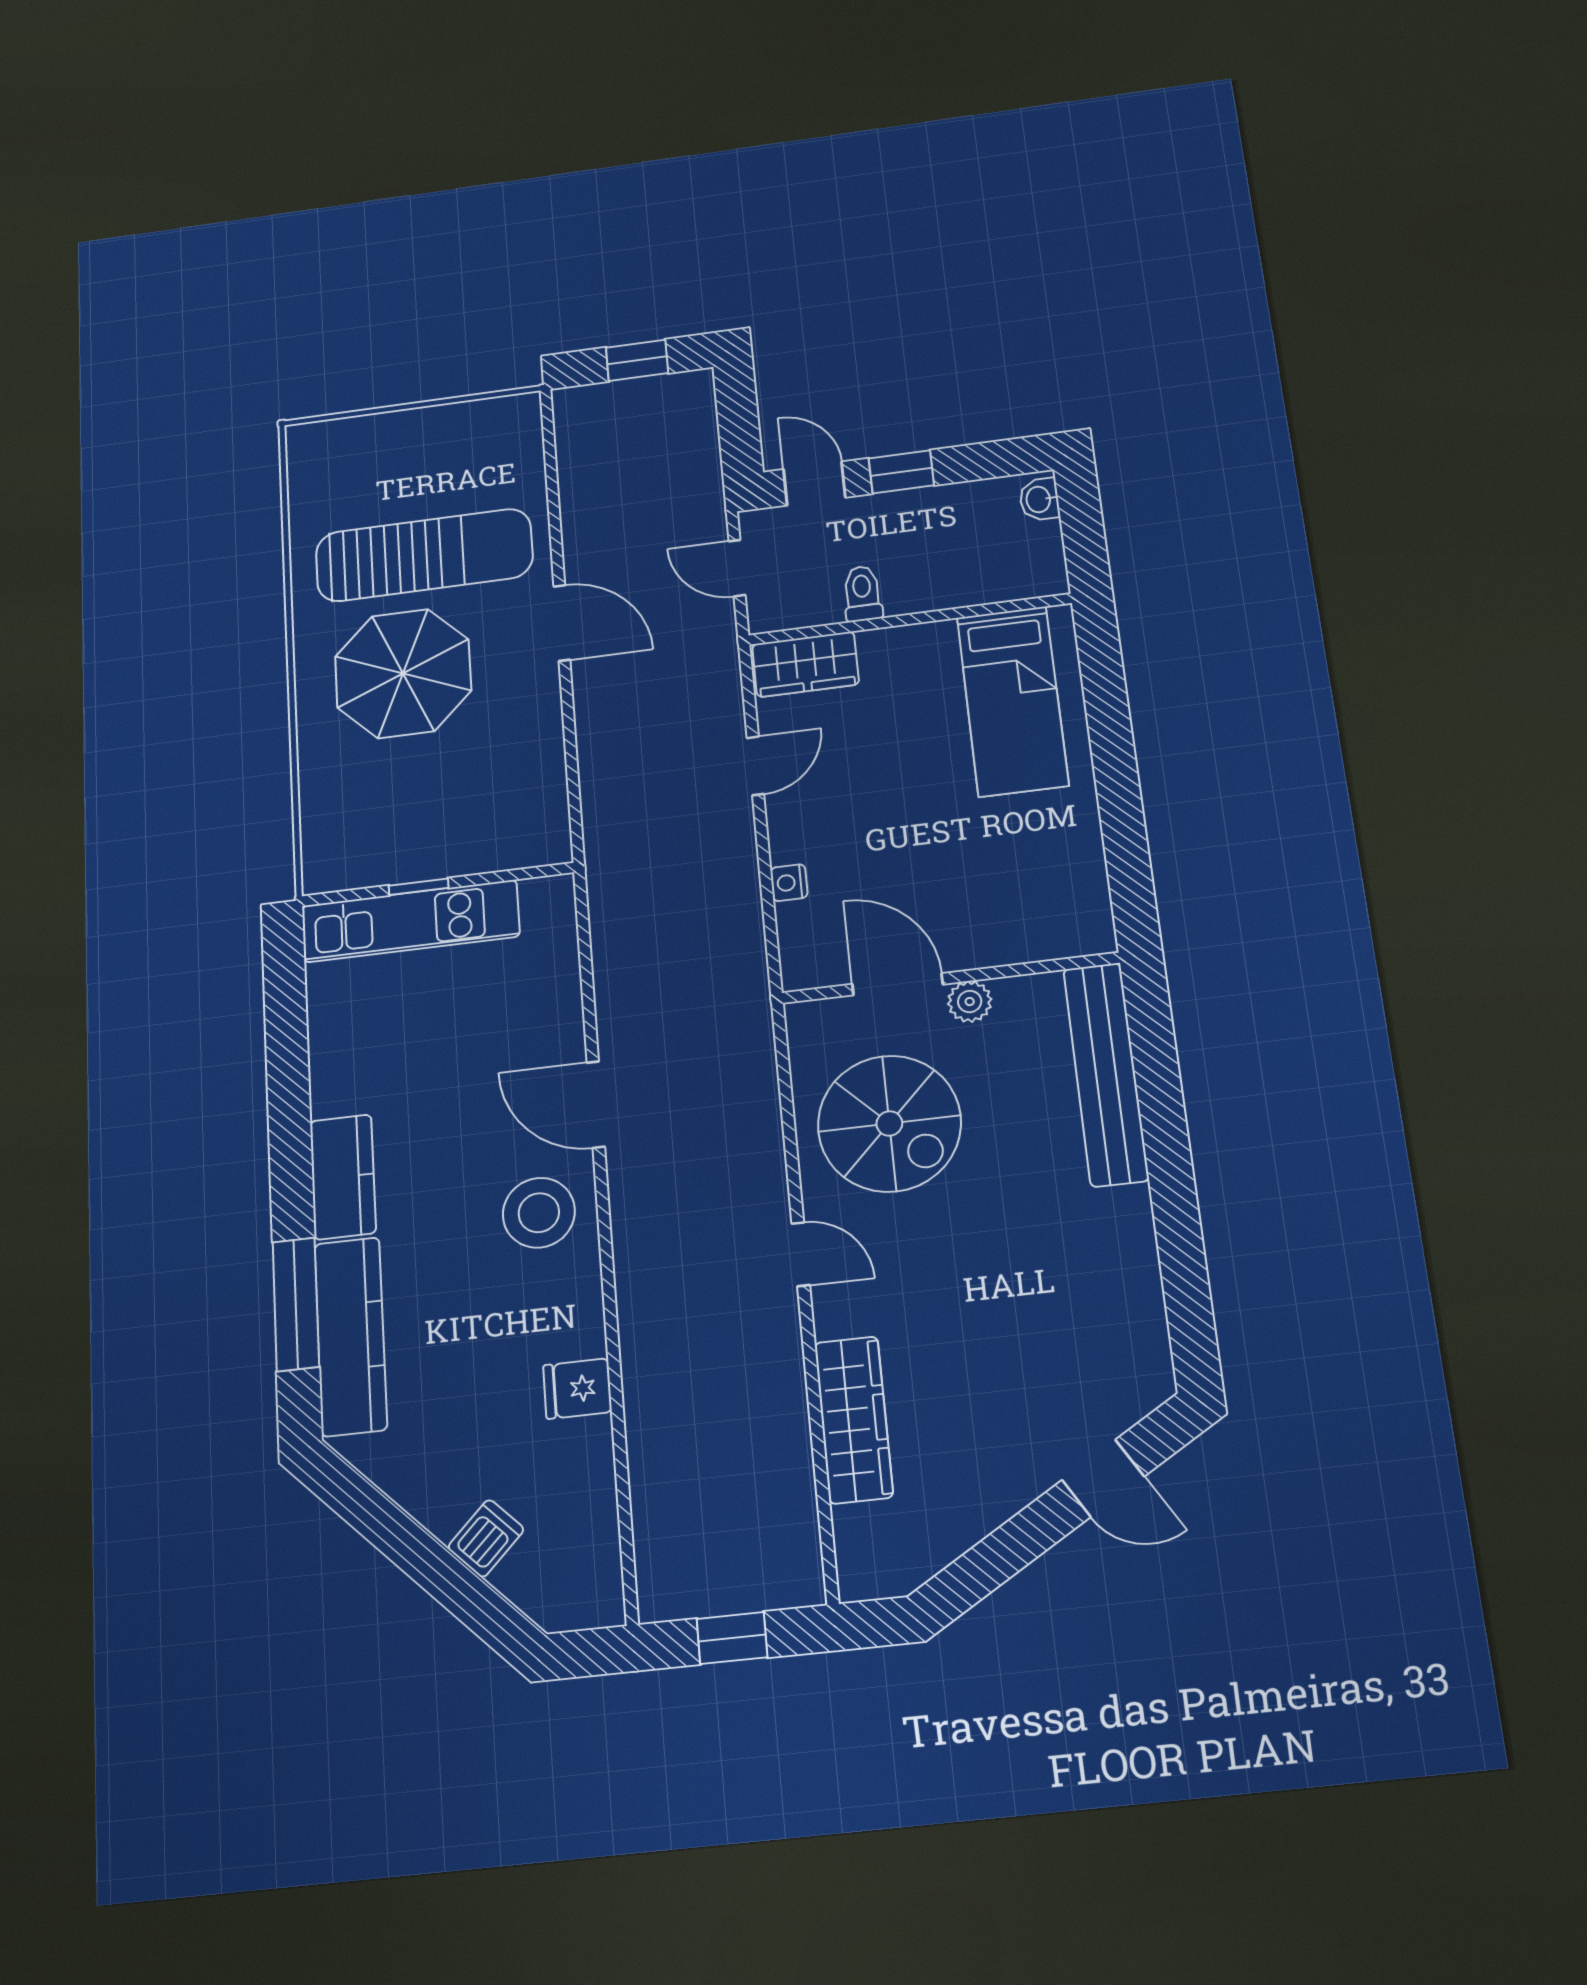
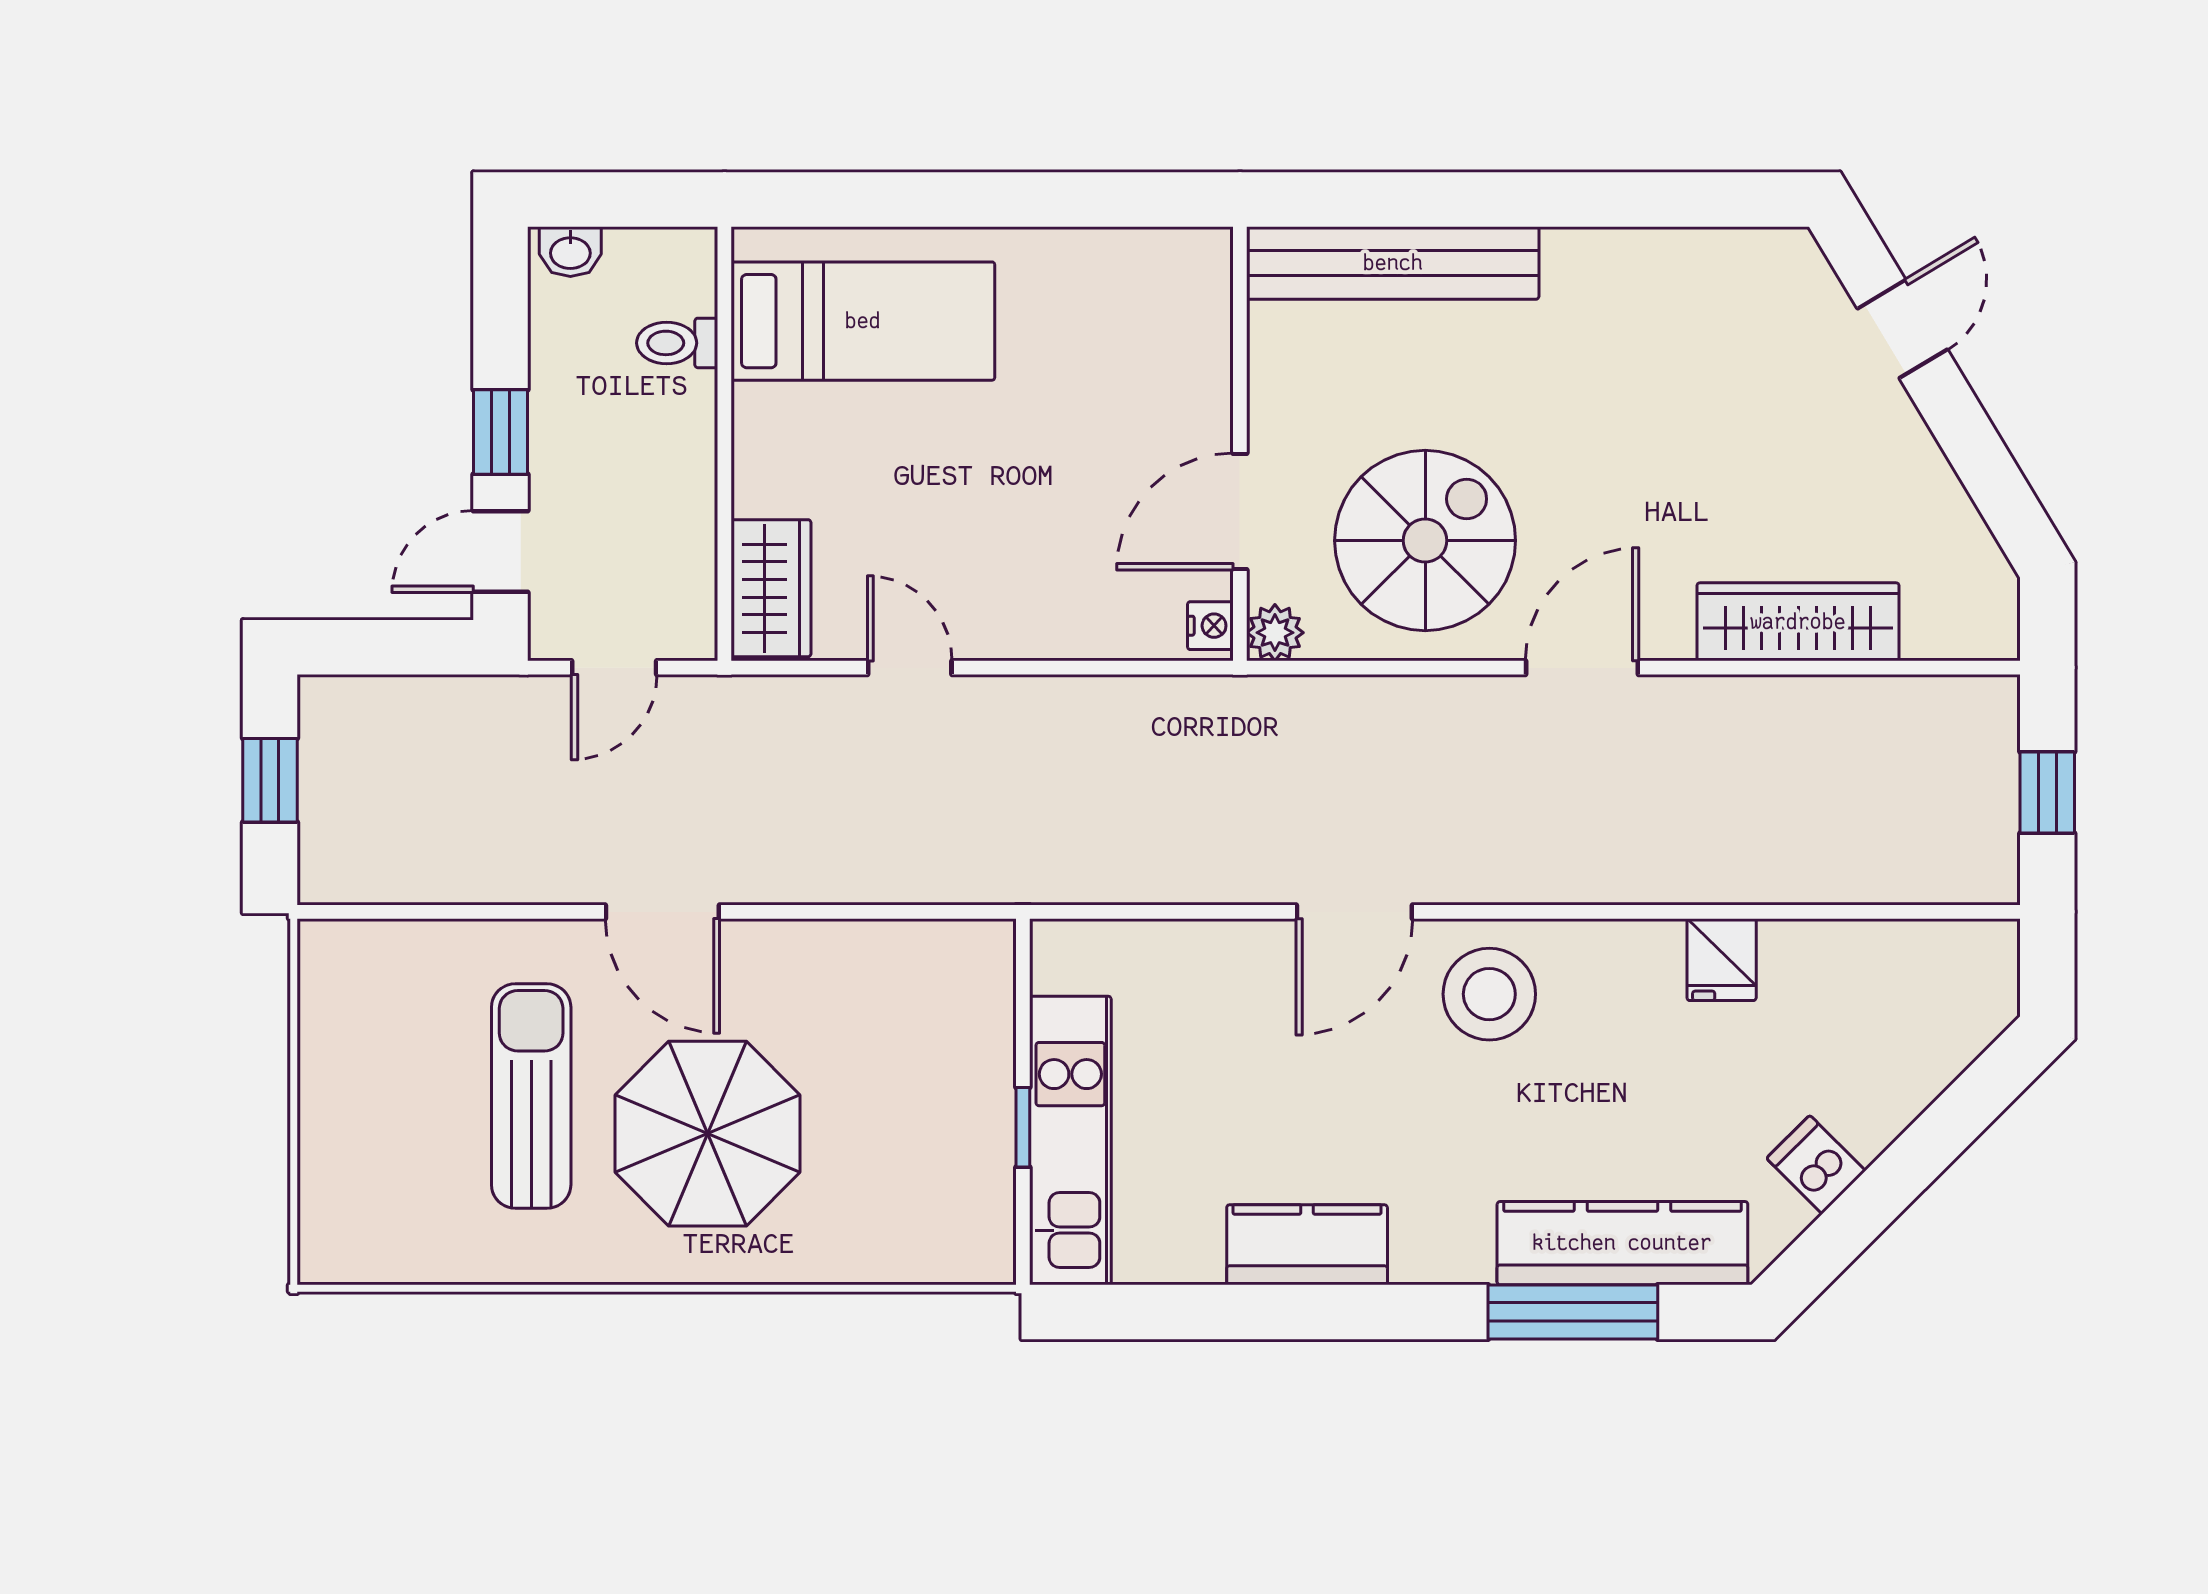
sun lounger: (424, 555) -> (531, 1096), width x0.73, depth x0.75
toilet: (862, 594) -> (677, 343), moved
door: (562, 623) -> (662, 912), swing flipped
nightstand: (789, 883) -> (1210, 626), moved, turned -90
plant: (970, 1002) -> (1275, 633), moved
kitchen counter: (343, 1177) -> (1307, 1245), moved
door: (801, 1254) -> (1582, 668), width x1.38
dishwasher: (486, 1538) -> (1816, 1165), moved

